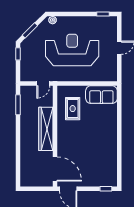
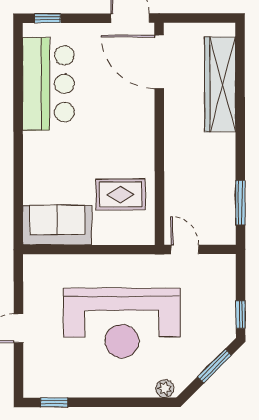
door: (43, 83) -> (185, 249), hinge flipped
rug: (73, 109) -> (121, 194), turned 90
wardrobe: (46, 129) -> (220, 84), moved, turned 180
bar counter: (105, 159) -> (48, 84), added

